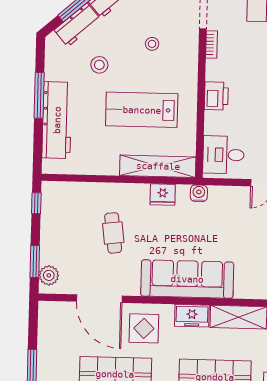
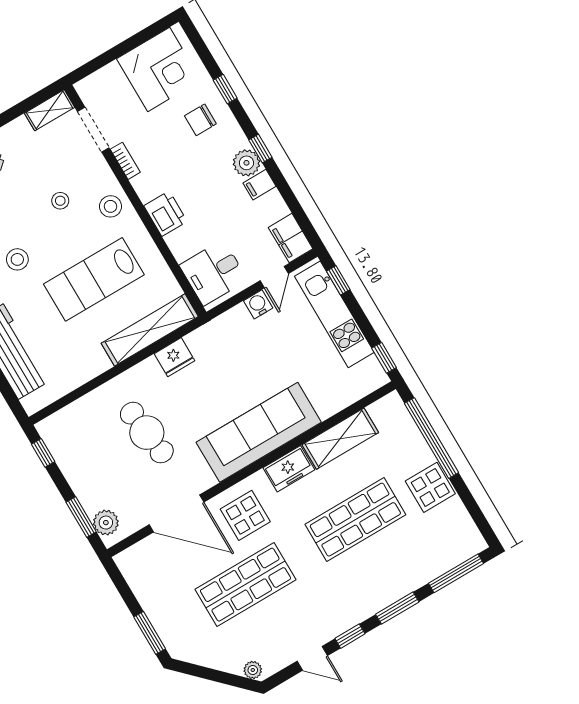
stool: (183, 68) -> (111, 206), added
water cooler: (199, 193) -> (258, 304), moved
cafe table: (113, 233) -> (147, 433), width x1.37, depth x1.35

